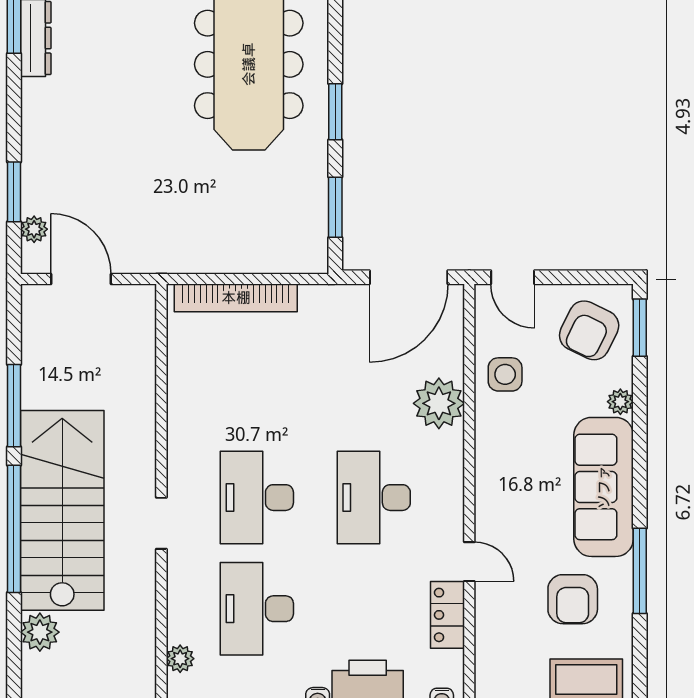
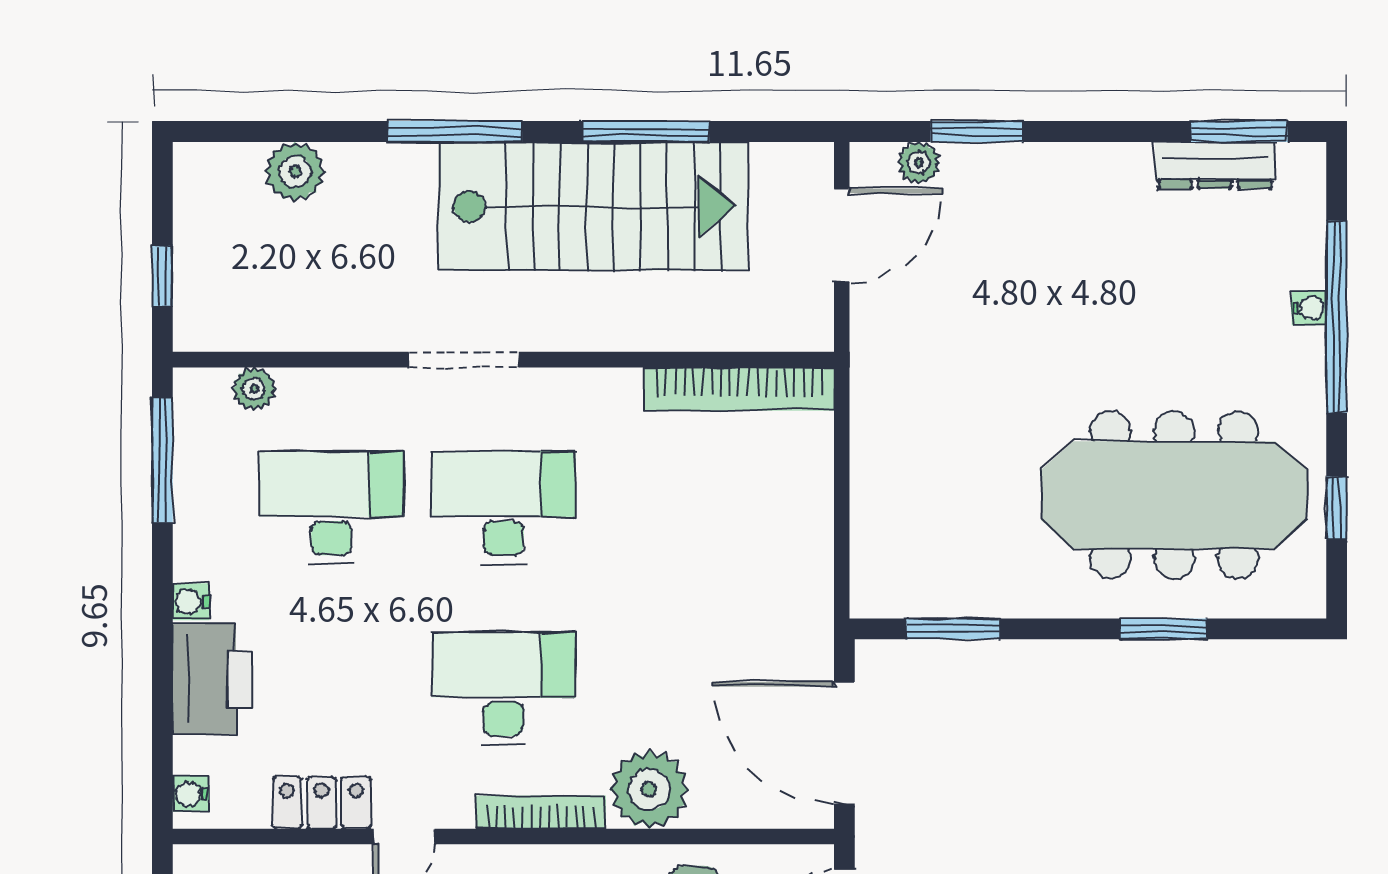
window: (335, 112) -> (1163, 629), moved
bookcase: (236, 298) -> (739, 389), moved, turned -90
bookcase: (454, 473) -> (541, 812), added
stairs: (62, 510) -> (593, 206), moved
doorway: (161, 523) -> (464, 360), width x1.38
window: (14, 529) -> (455, 132), width x0.68

